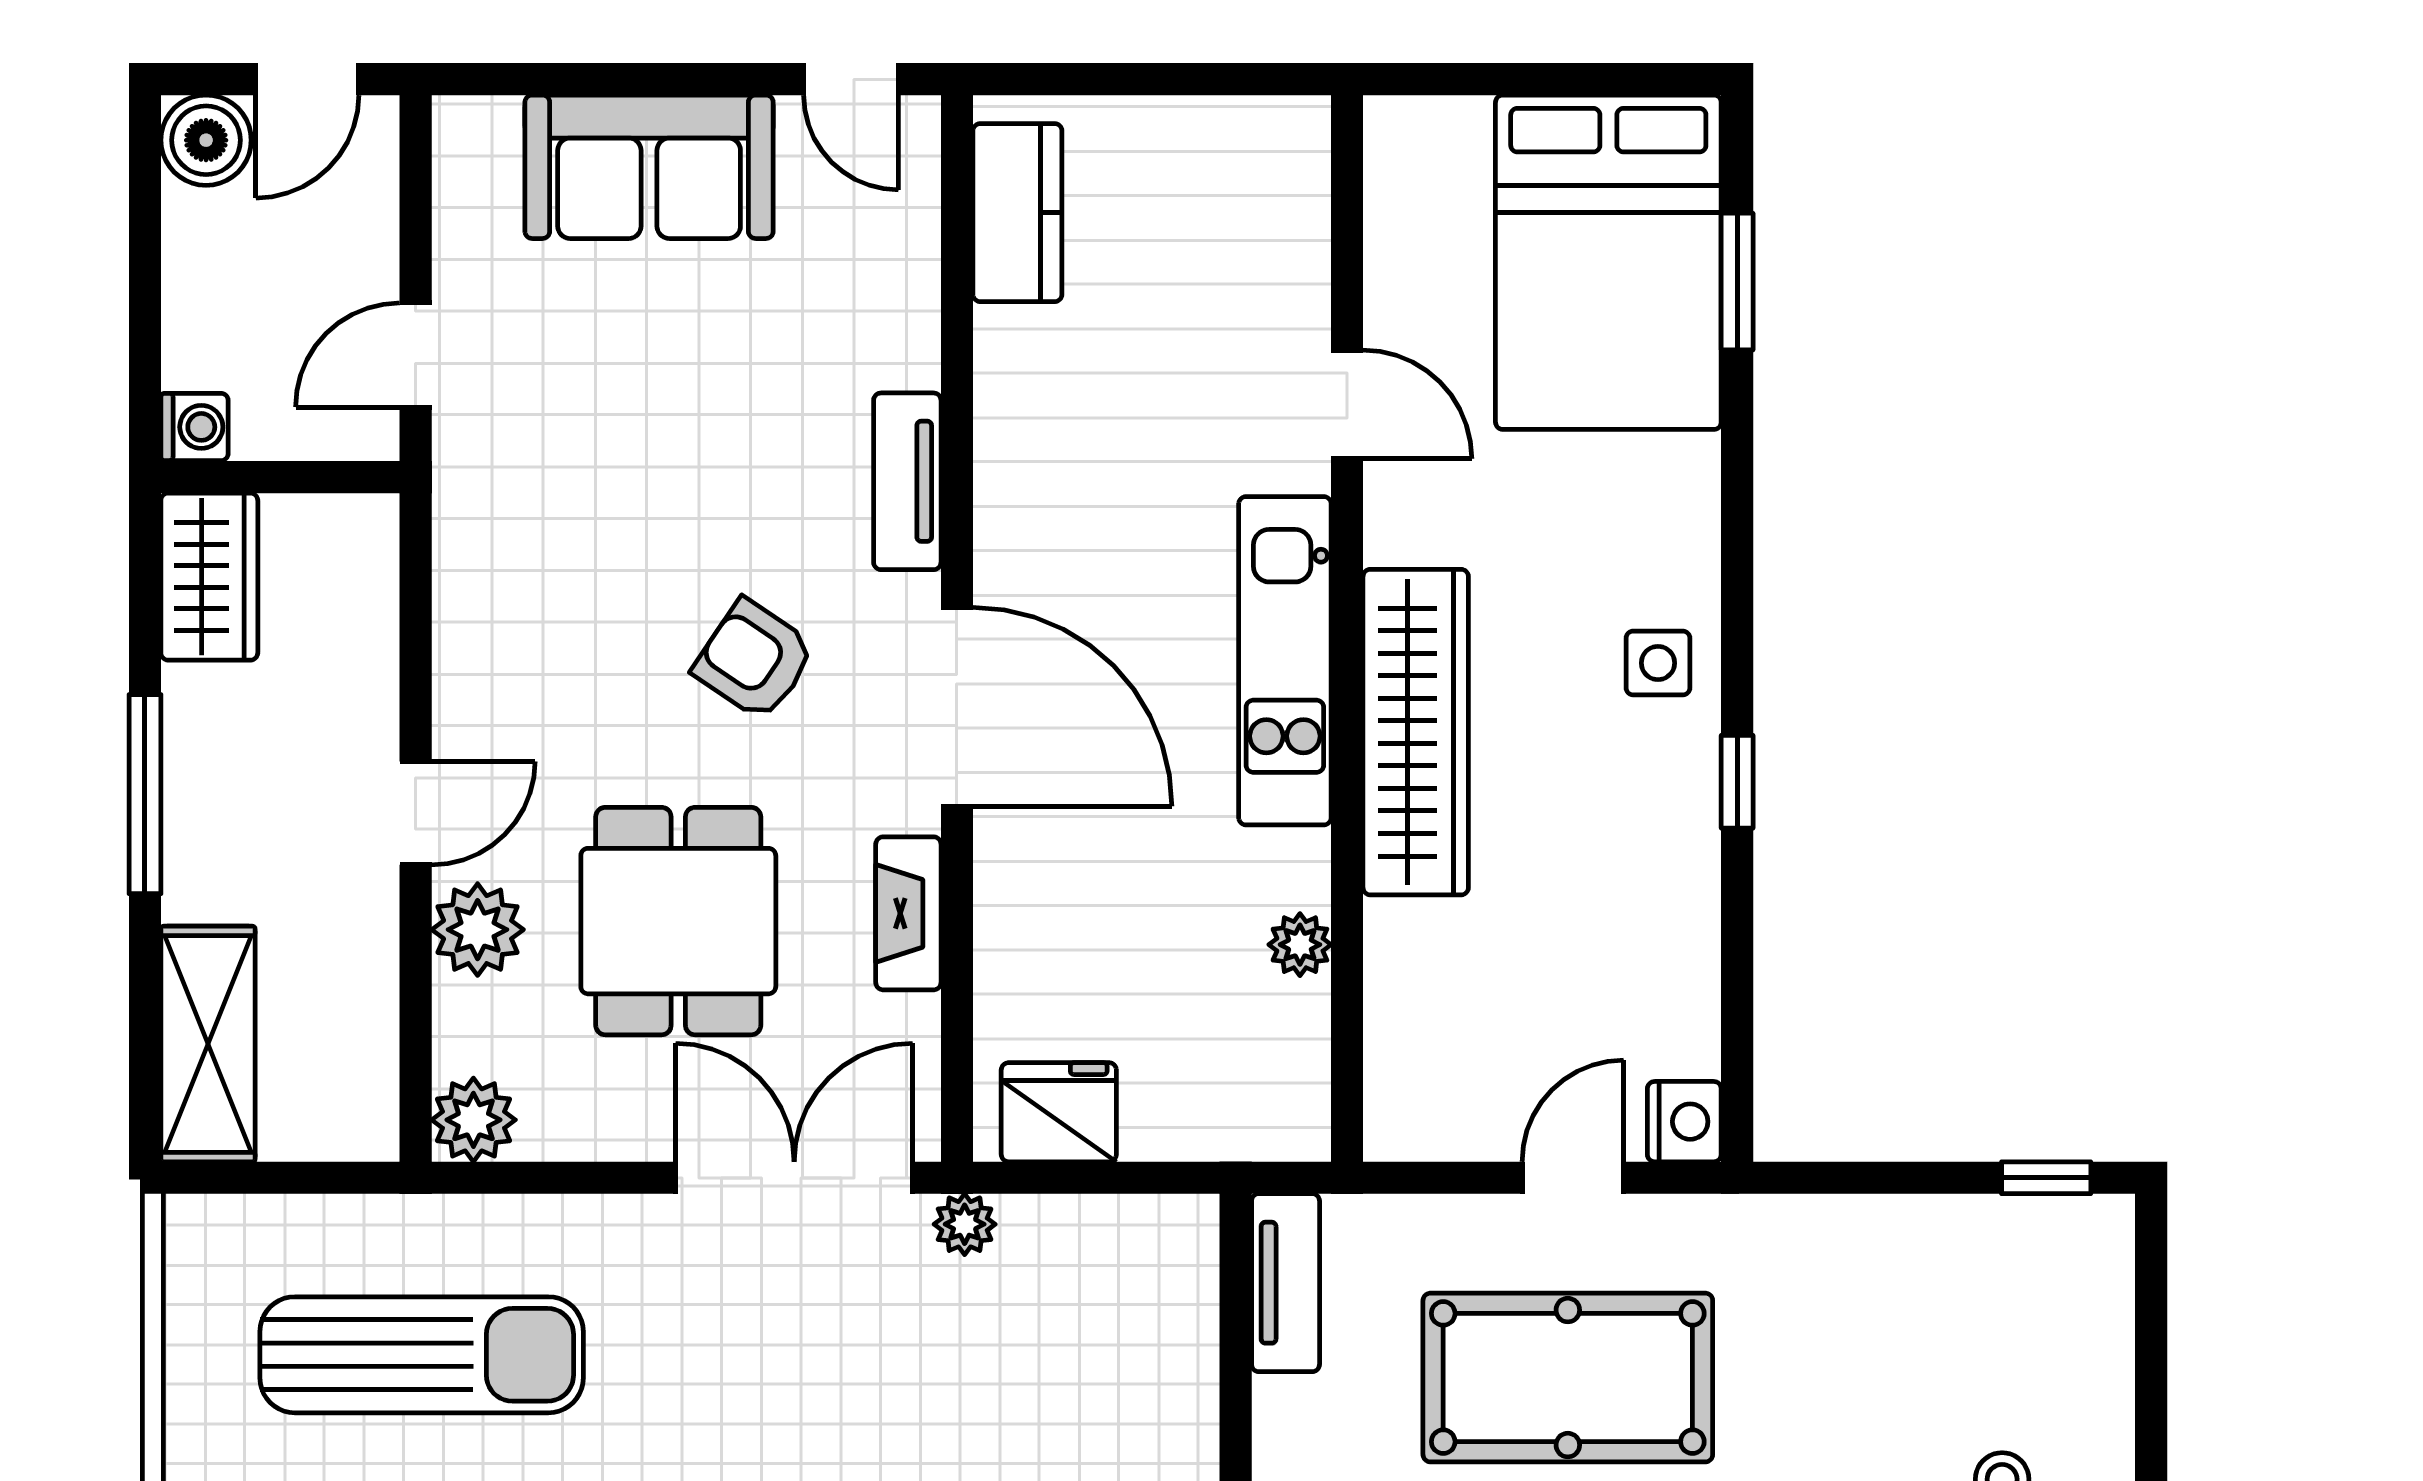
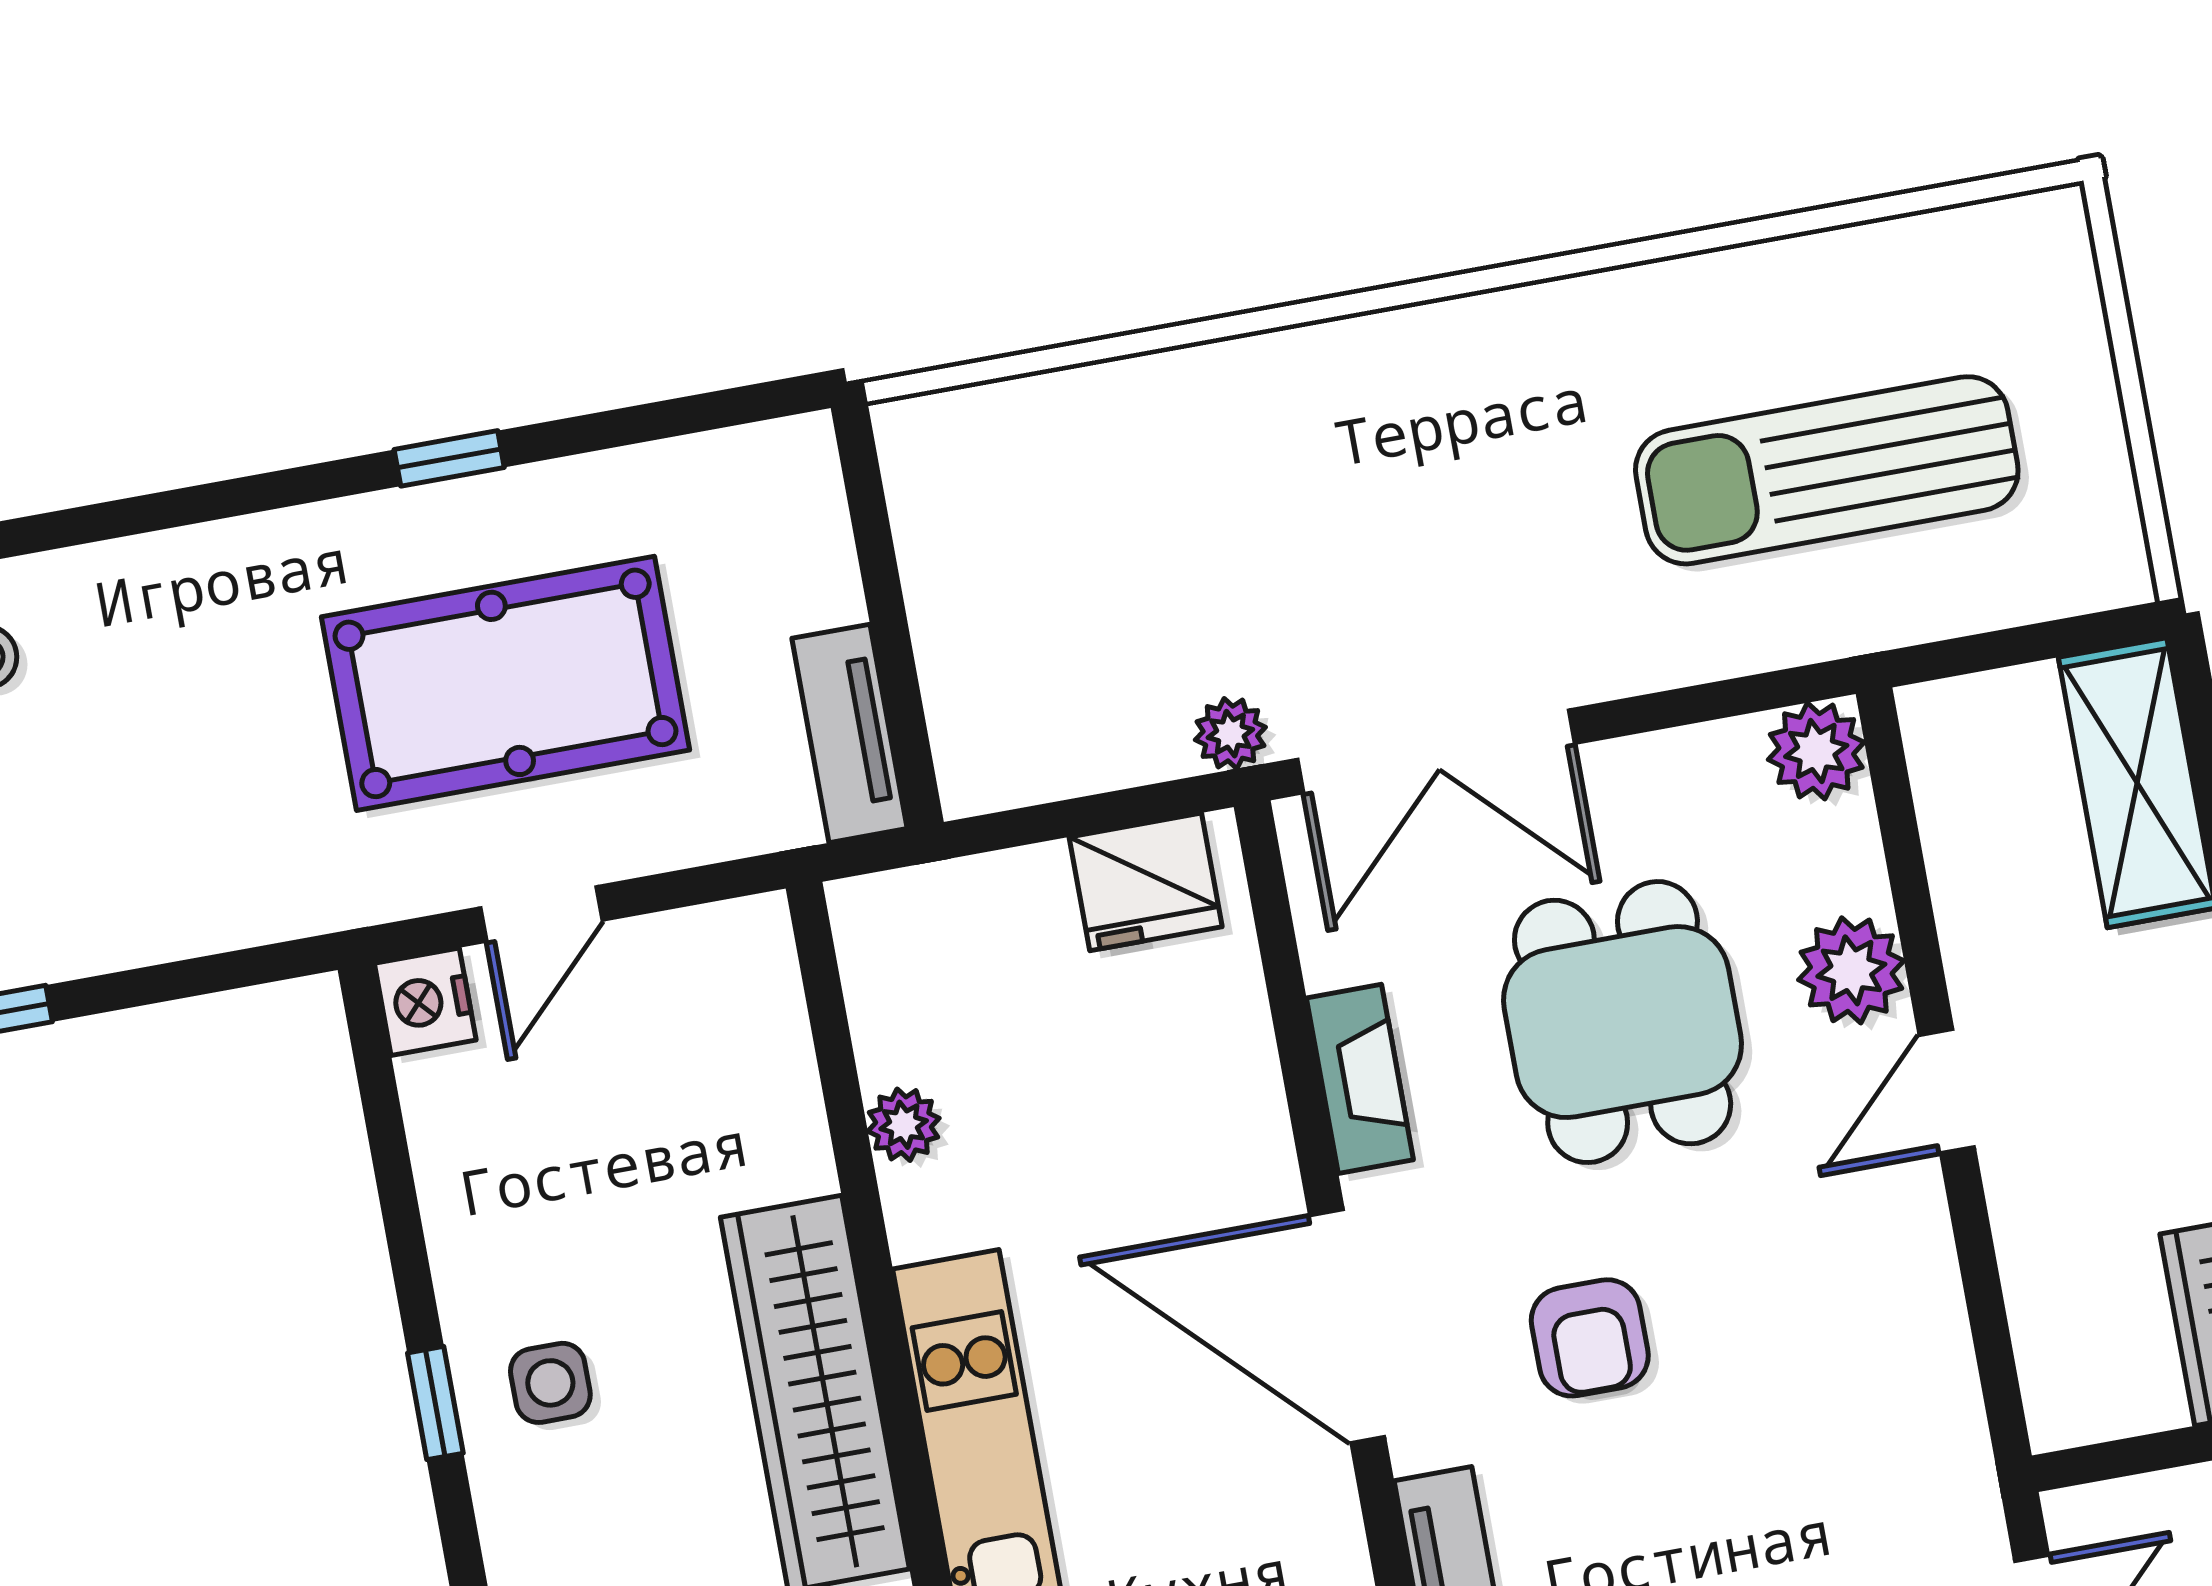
armchair: (754, 660) -> (1590, 1338), turned 56
side table: (1658, 663) -> (550, 1383), moved

